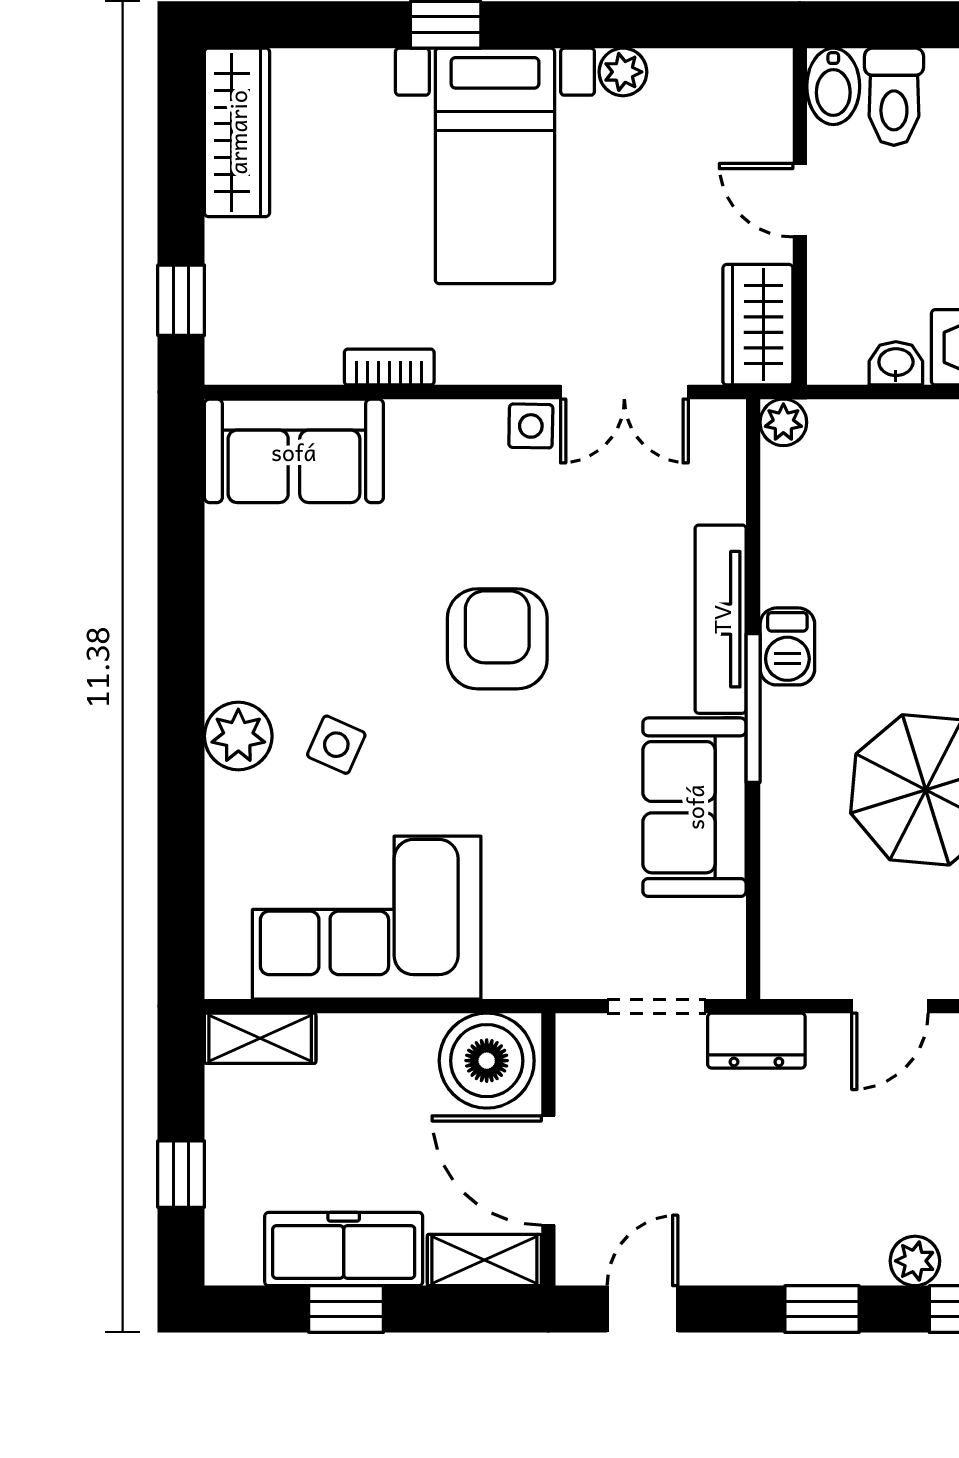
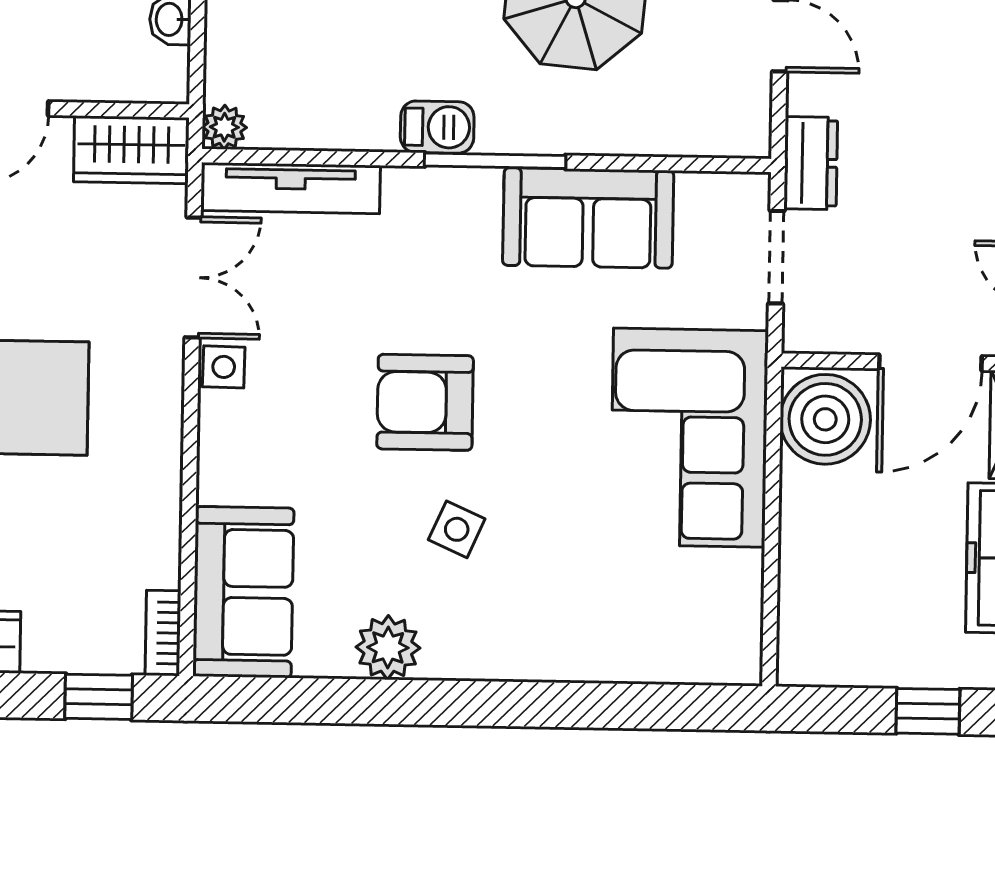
bookcase: (389, 367) -> (163, 633), moved
tv unit: (721, 619) -> (291, 188), moved
plant: (238, 736) -> (388, 648), moved
side table: (336, 745) -> (457, 529), moved
corner sofa: (367, 918) -> (689, 438), moved
shelving: (260, 1038) -> (800, 634), removed

